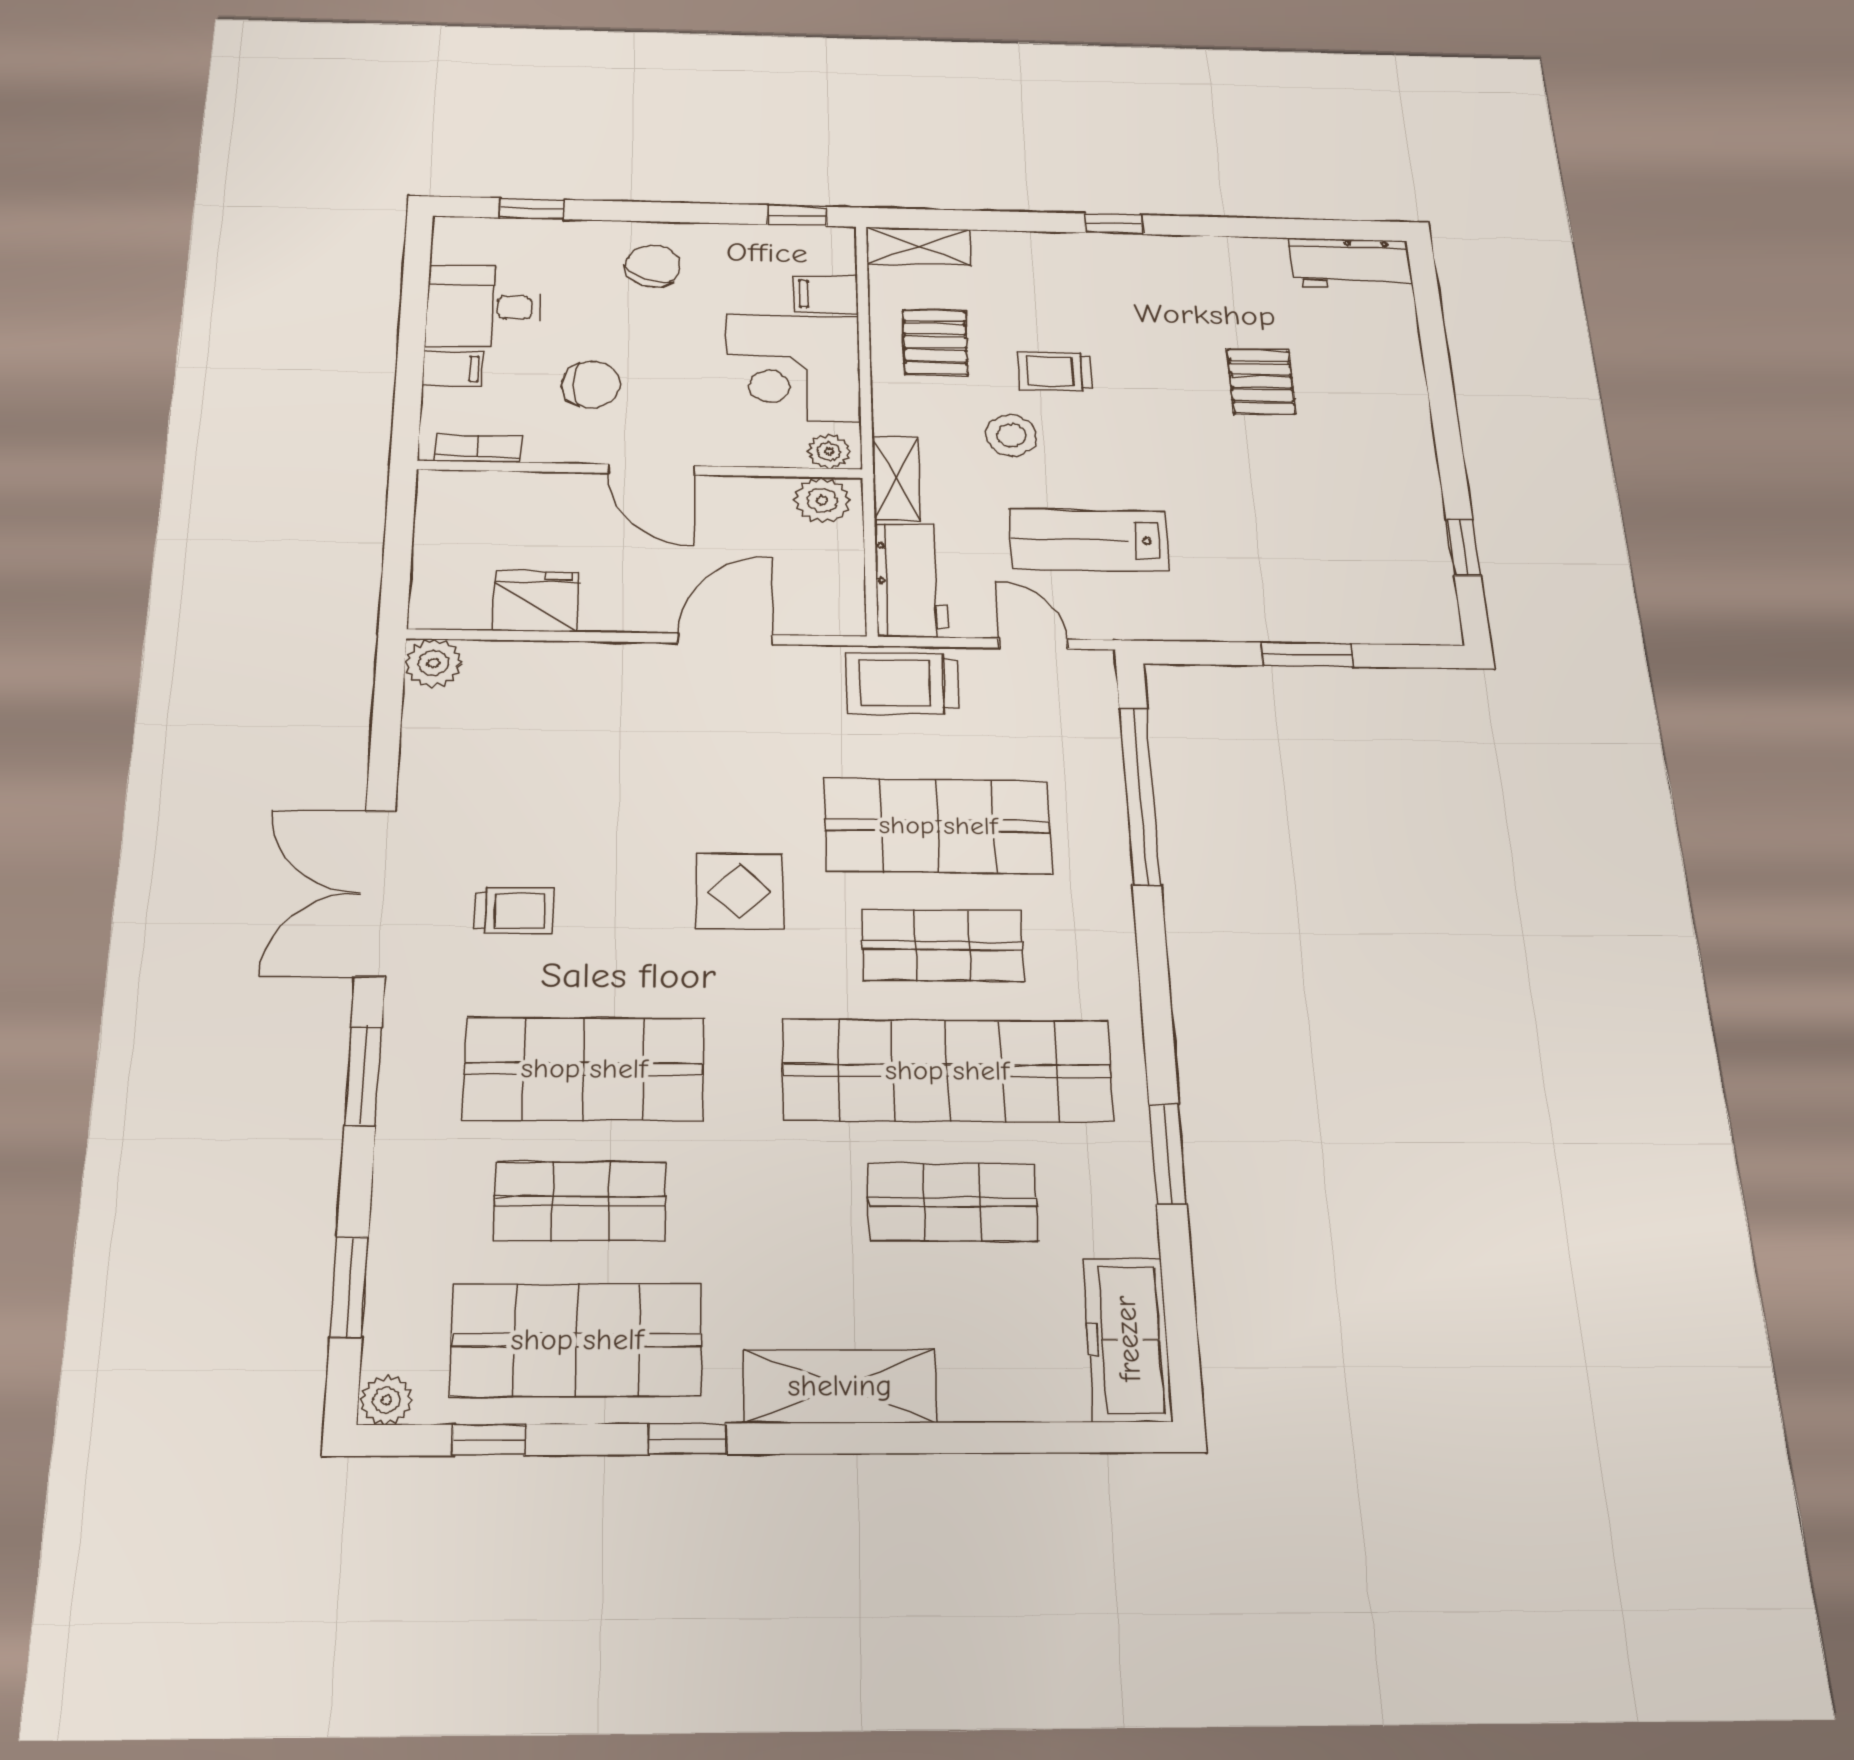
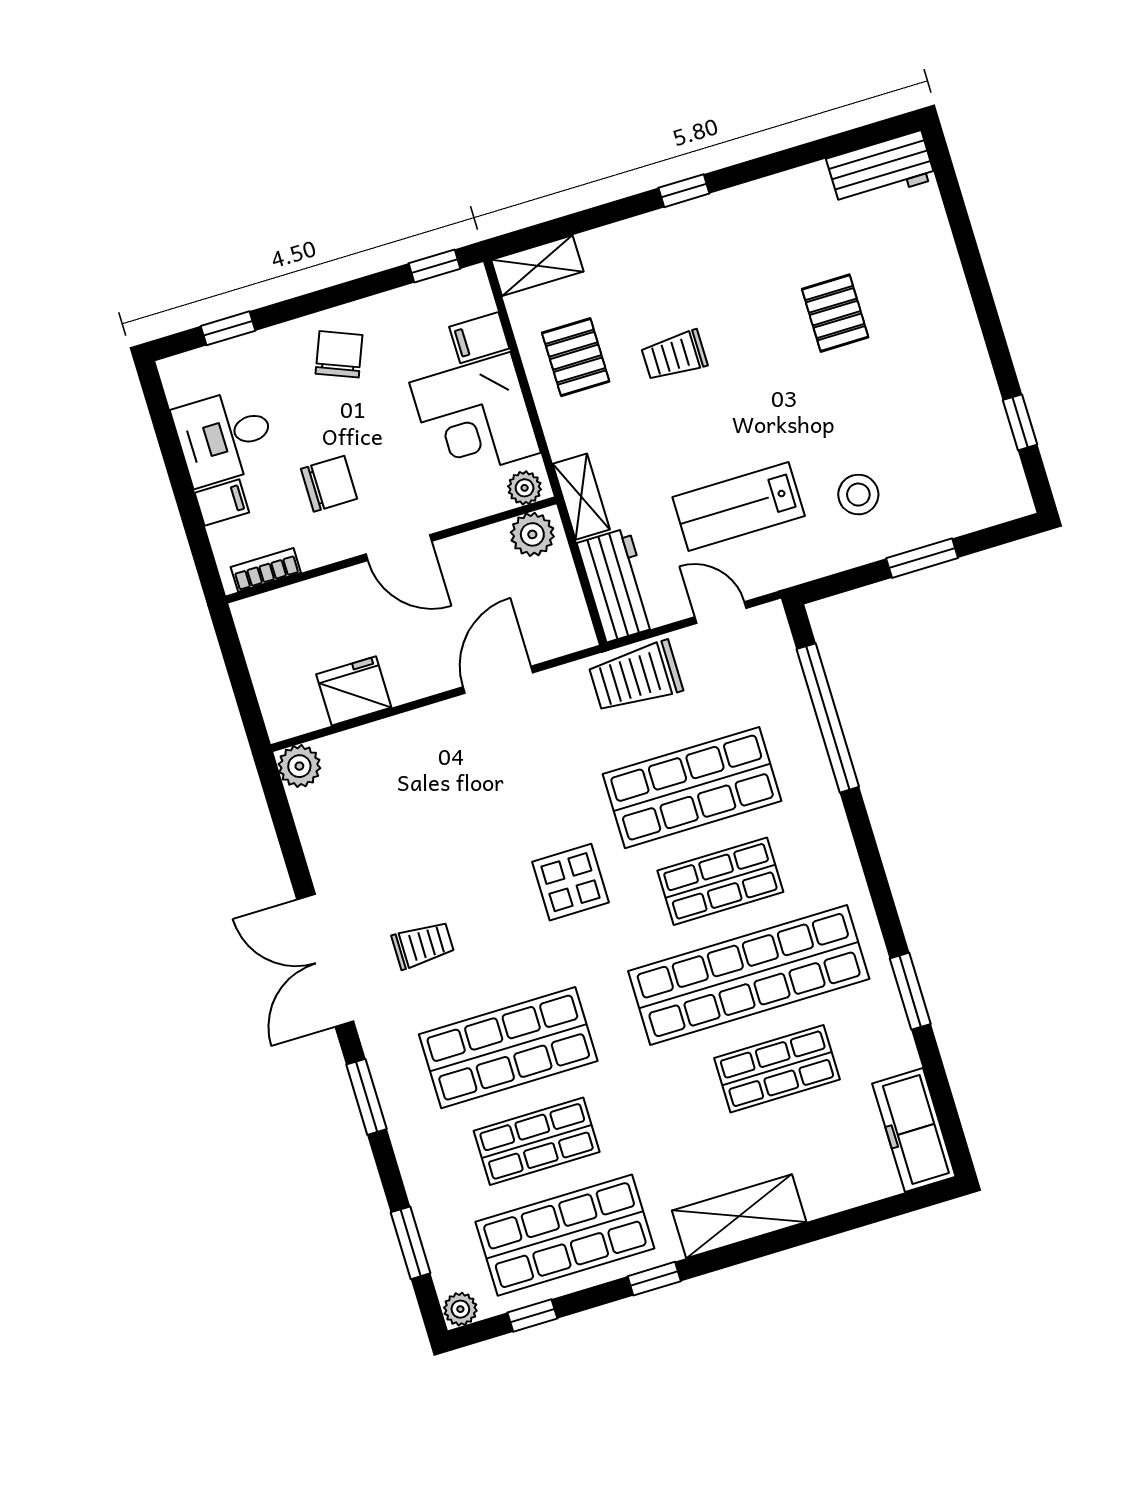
stool: (1011, 435) -> (858, 495), moved

